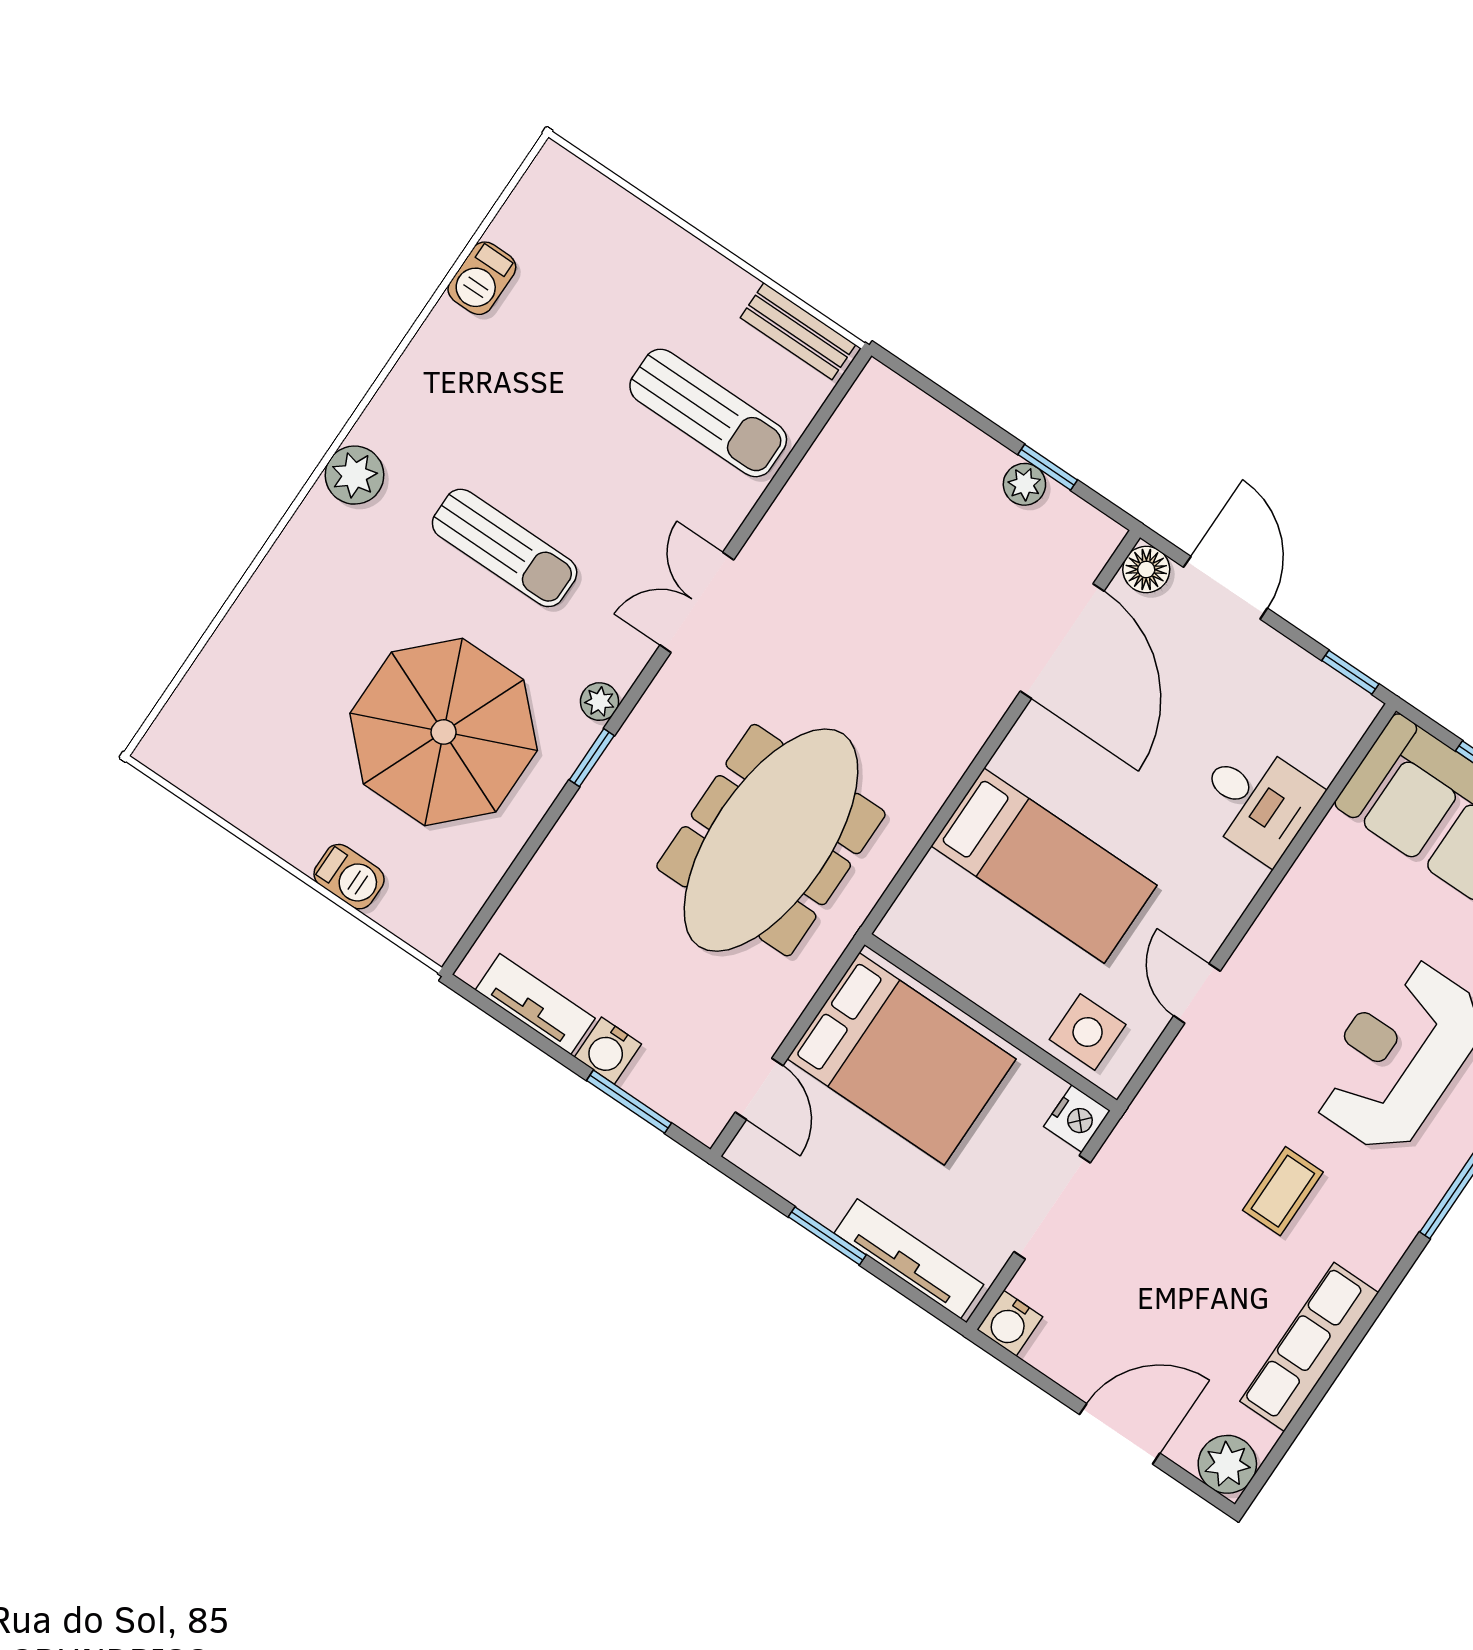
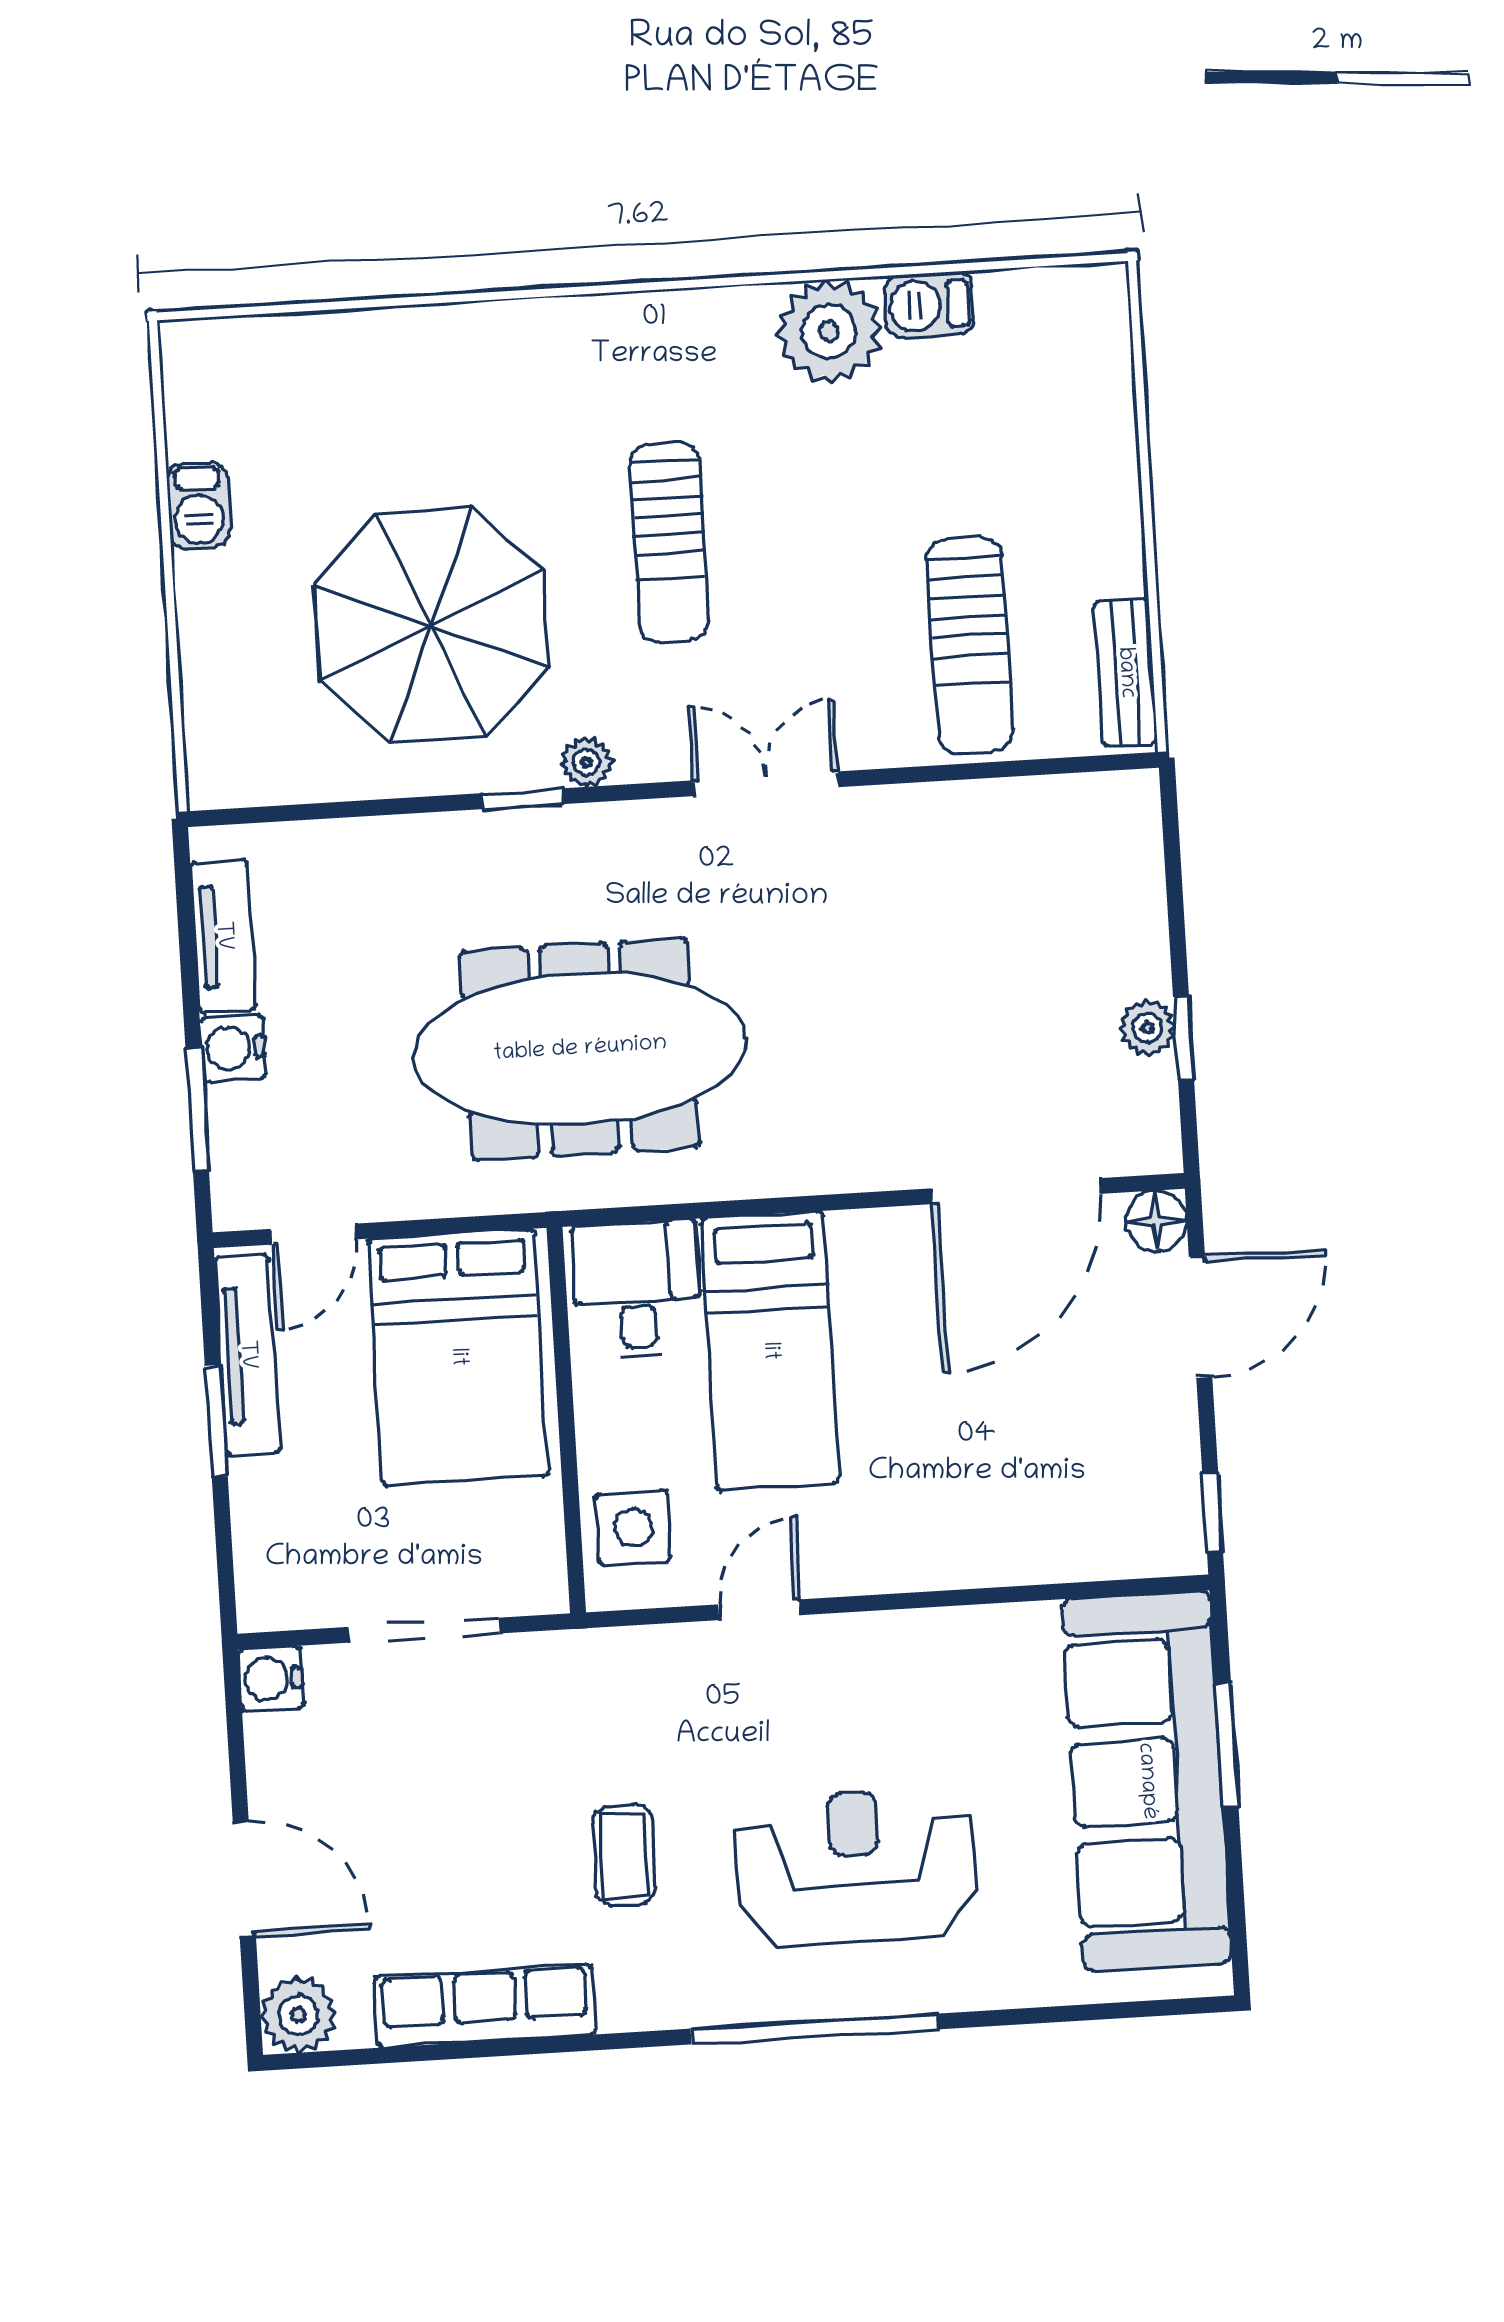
plant: (354, 475) -> (829, 331), moved, width x1.36, depth x1.36
desk: (1257, 801) -> (637, 1290), moved, turned 180
barbecue: (349, 877) -> (199, 506), moved
nightstand: (1077, 1118) -> (535, 1585), removed
coffee table: (1283, 1191) -> (624, 1855), turned 90
tv unit: (909, 1259) -> (247, 1355), moved

